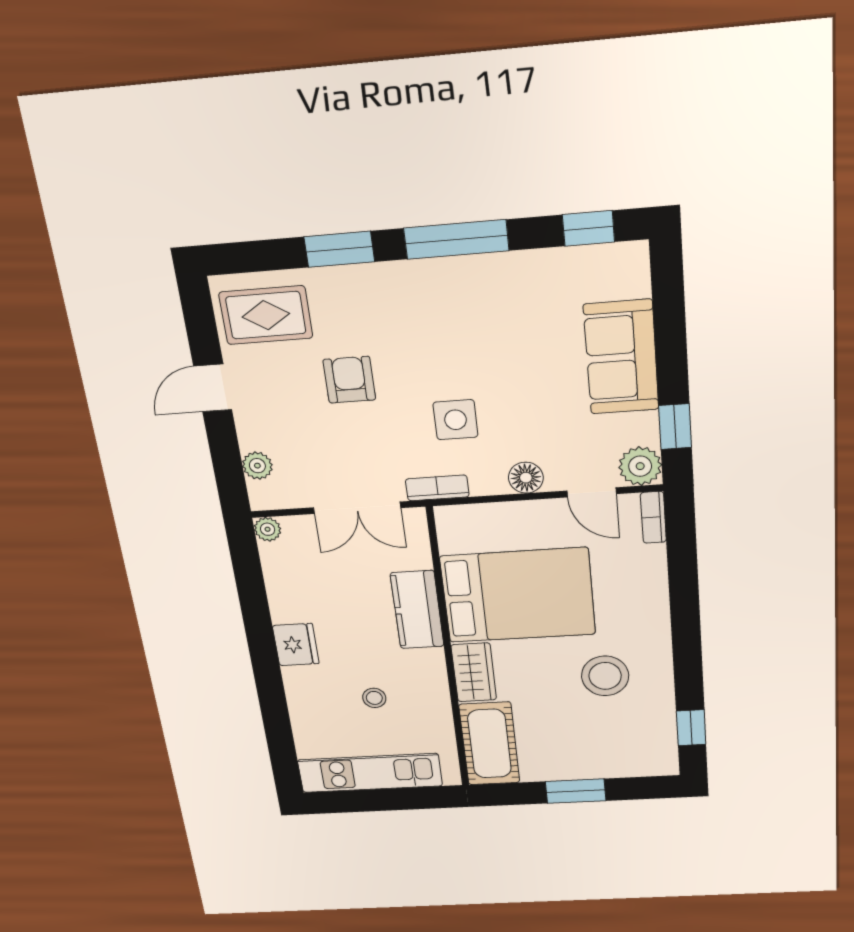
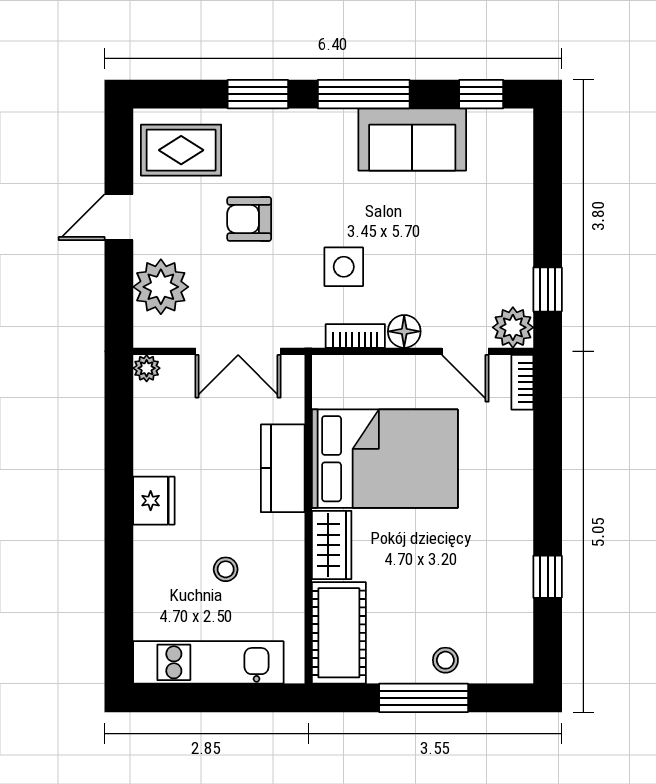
sofa: (621, 357) -> (412, 140), moved, turned -90
armchair: (349, 380) -> (249, 219), turned -90
plant: (257, 466) -> (161, 287), width x1.88, depth x1.88
bookcase: (437, 488) -> (355, 336), moved
stool: (605, 676) -> (445, 660), moved, width x0.53, depth x0.53
window: (691, 728) -> (548, 577), moved
window: (576, 791) -> (424, 698), width x1.44

